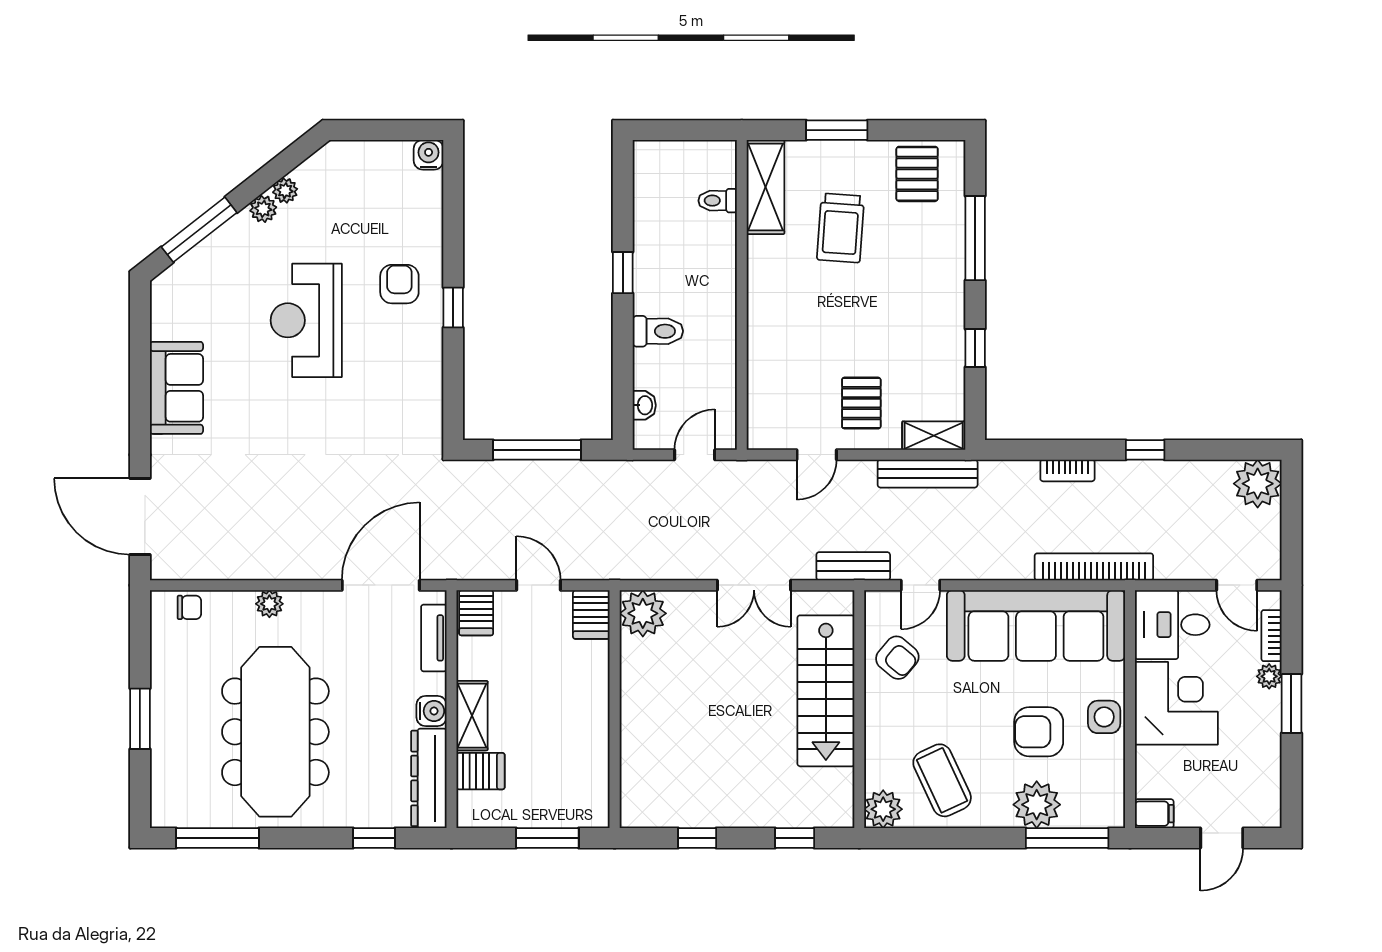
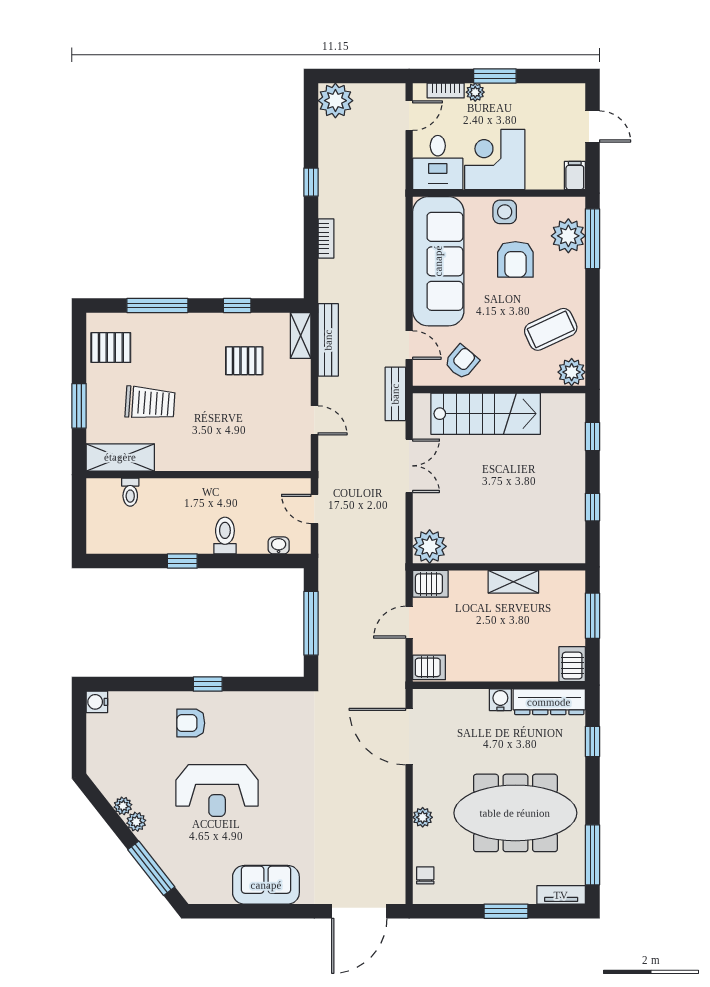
pallet: (861, 403) -> (244, 361), moved
bookcase: (1094, 567) -> (396, 219), removed
tv unit: (434, 638) -> (561, 895), moved, turned 180
shelving: (472, 716) -> (513, 582), moved
server rack: (481, 771) -> (572, 664), moved
plant: (1037, 805) -> (568, 236), moved

